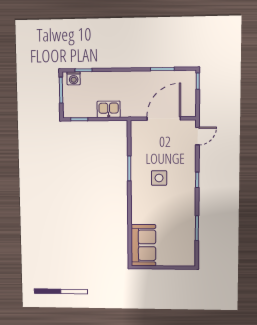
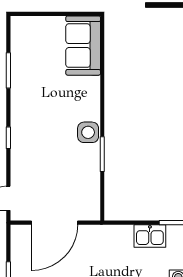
kitchen sink: (109, 109) -> (150, 236), moved
side table: (159, 178) -> (88, 132), moved

